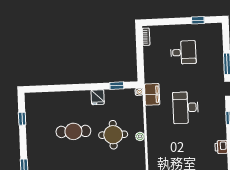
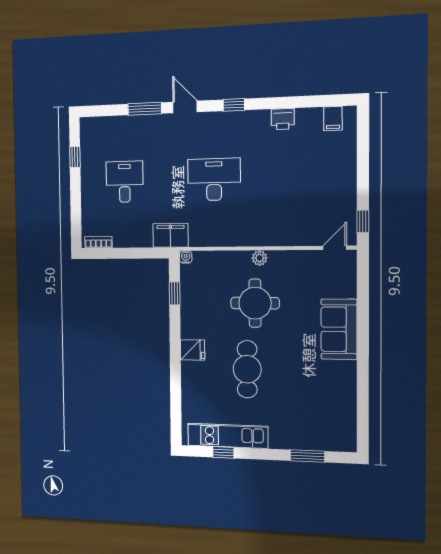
filing cabinet: (152, 94) -> (170, 235), moved
fridge: (98, 97) -> (193, 350), moved
desk: (186, 108) -> (214, 179), turned 180
kitchen unit: (32, 121) -> (228, 436), added

